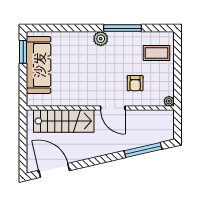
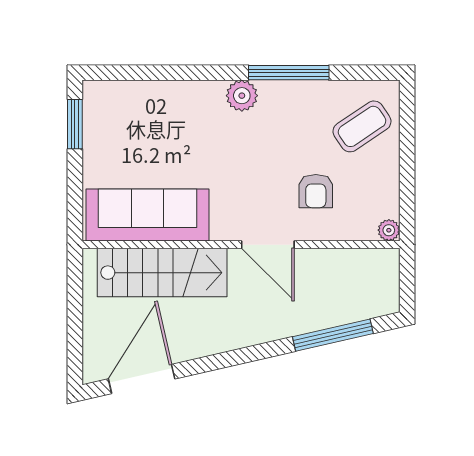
coffee table: (157, 53) -> (362, 126), turned -34
sofa: (39, 65) -> (147, 215), moved, turned -90
door: (54, 170) -> (142, 379), hinge flipped

